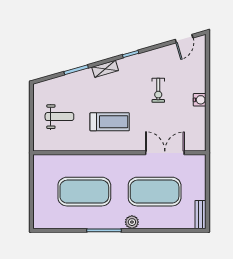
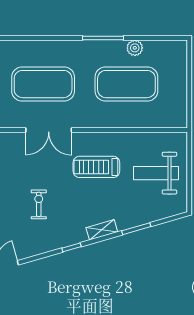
weight bench: (59, 117) -> (156, 173), width x1.36, depth x1.33
double door: (165, 153) -> (49, 130), moved
plant: (132, 222) -> (135, 48), moved

